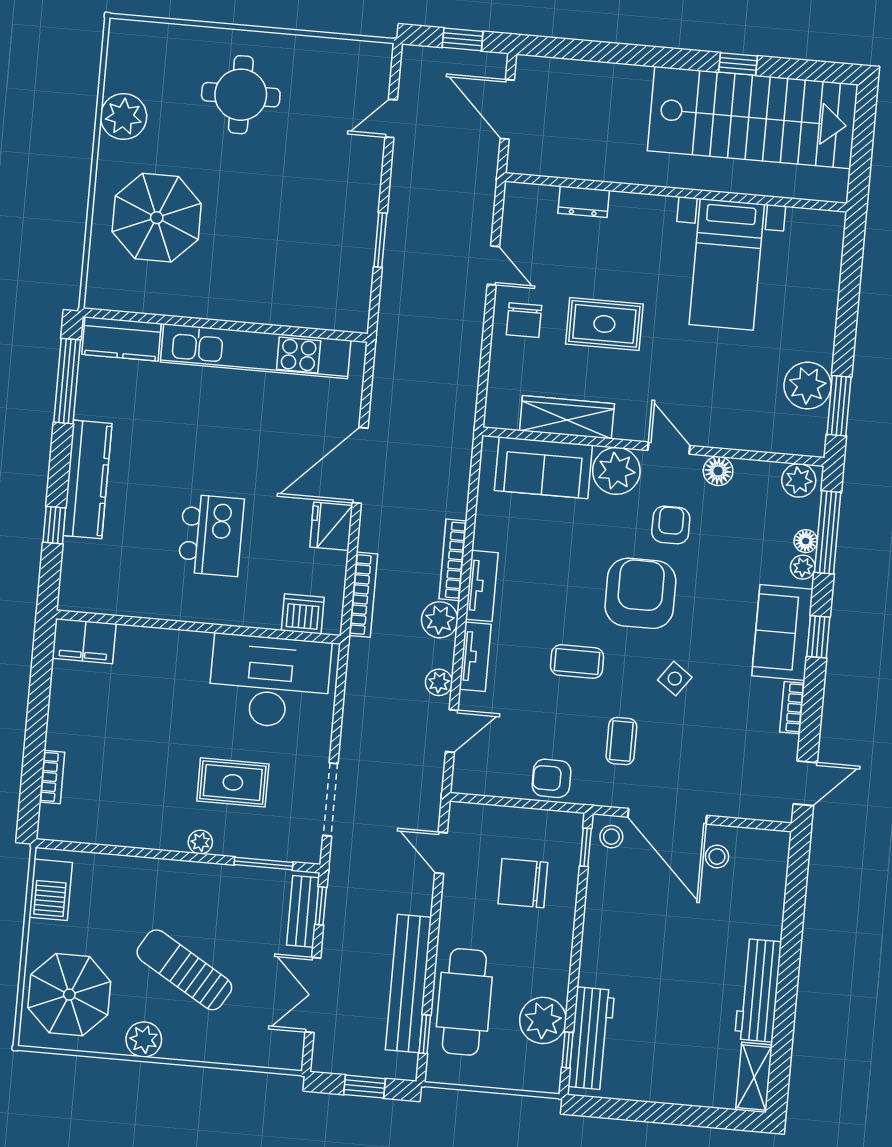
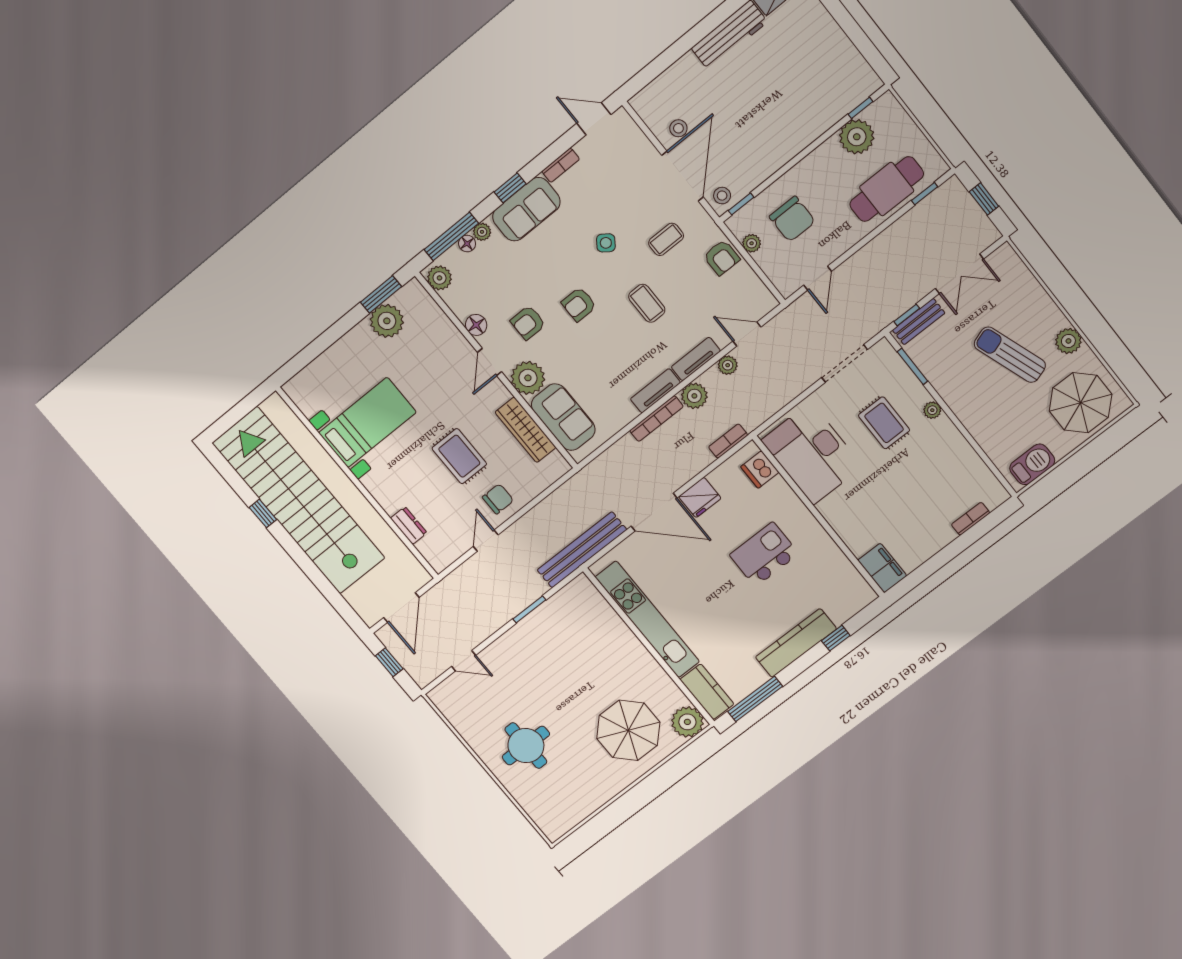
plant: (124, 117) -> (687, 722), moved
stairs: (753, 118) -> (299, 501), width x1.36
armchair: (640, 593) -> (579, 304), width x0.53, depth x0.53
bookcase: (363, 595) -> (728, 441), width x0.64
plant: (537, 821) -> (752, 243), added
sun lounger: (184, 970) -> (1010, 355), turned 130
bench: (408, 983) -> (582, 550), moved
workbench: (591, 1038) -> (842, 101), removed

